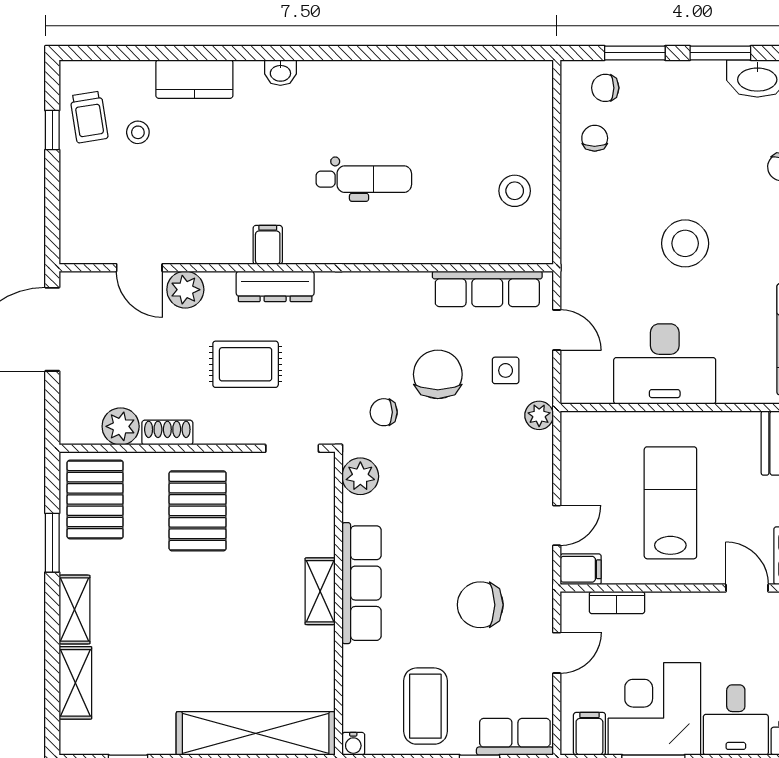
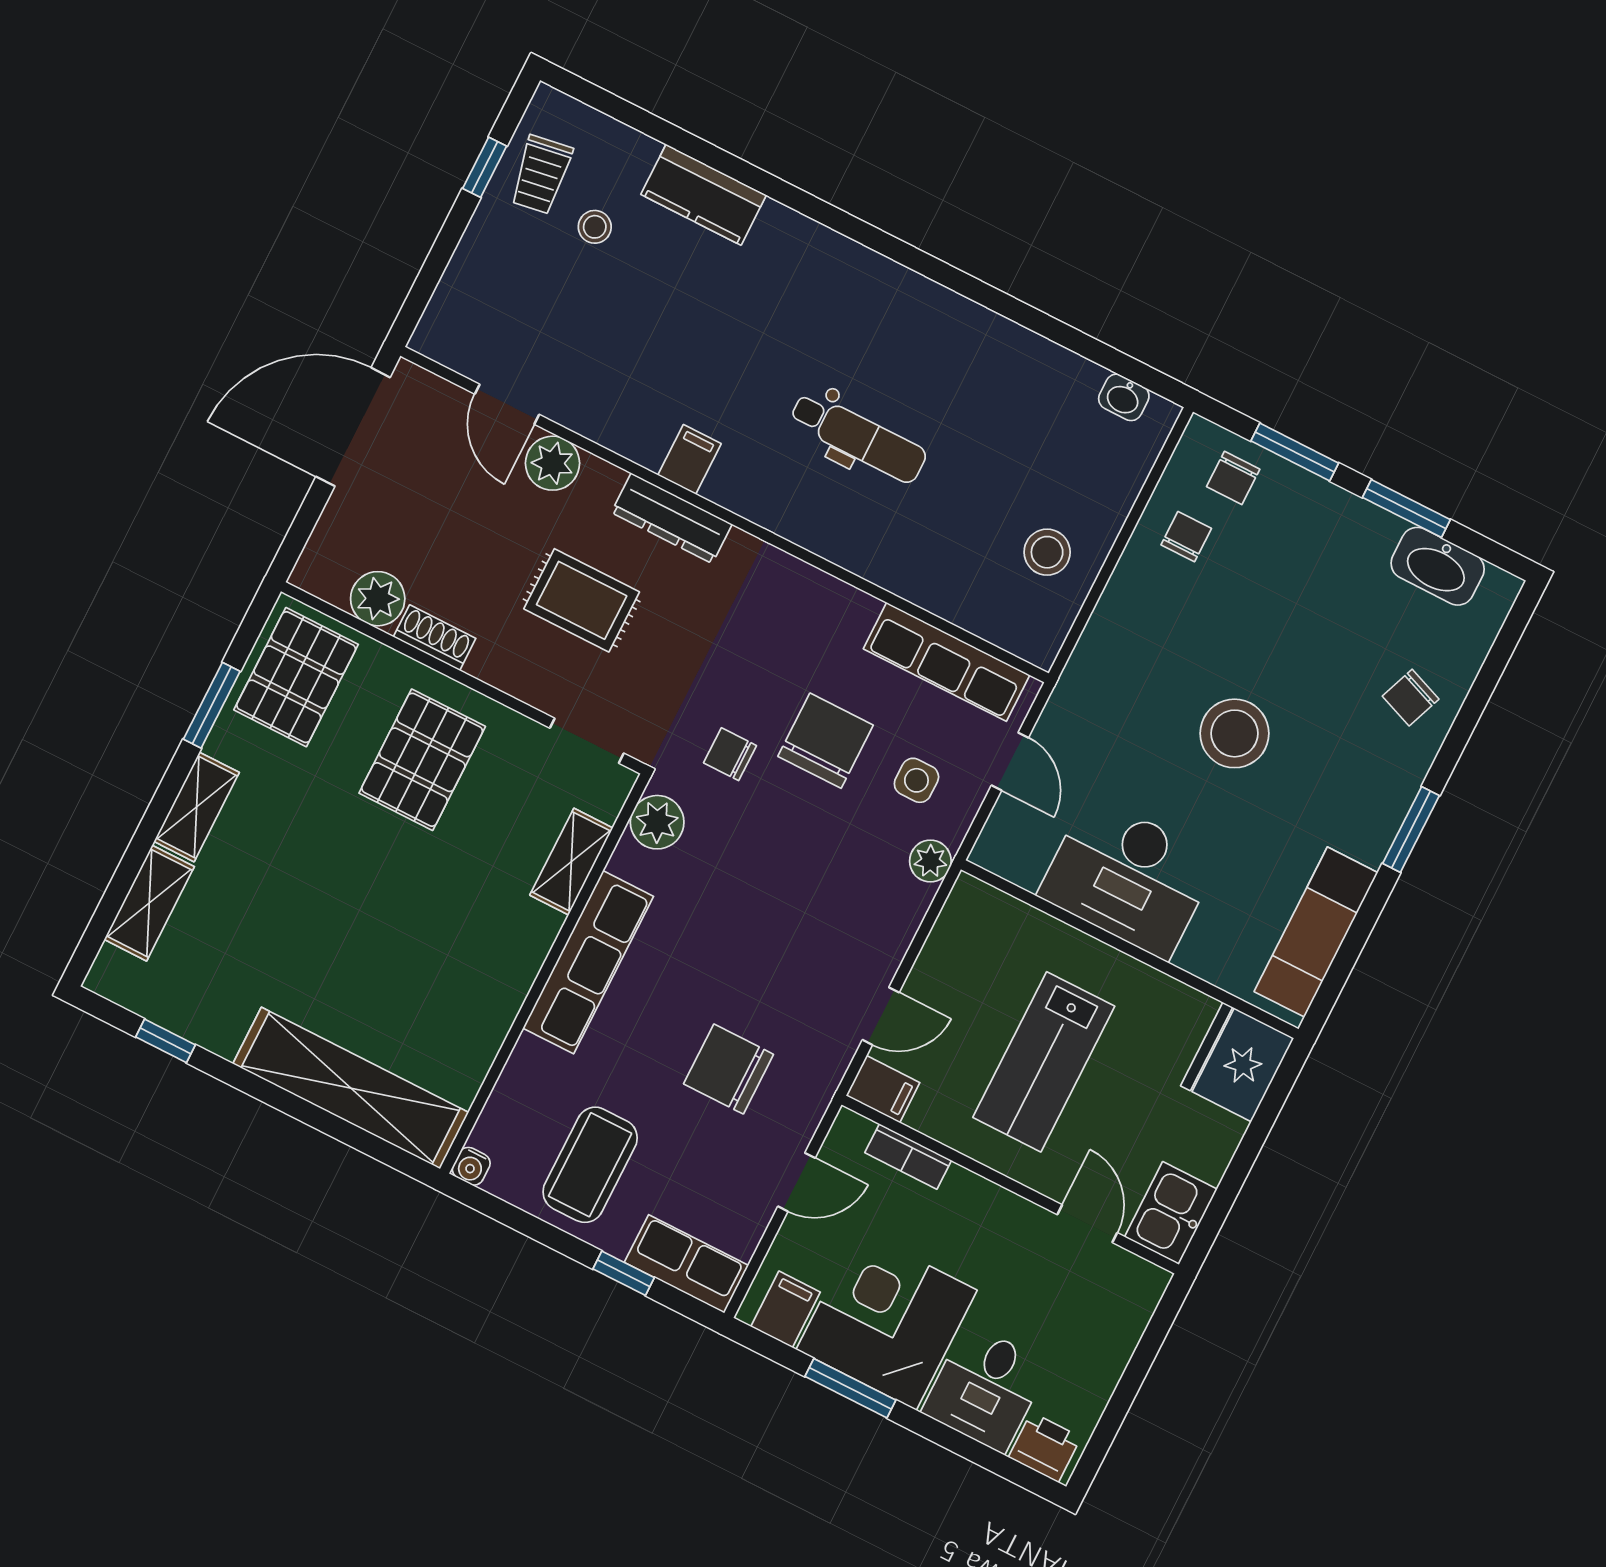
washbasin: (280, 73) -> (1124, 397), moved
chair: (605, 88) -> (1233, 478), turned -90
lab bench: (670, 503) -> (1044, 1062), turned 180
shelving: (320, 591) -> (571, 862), moved

